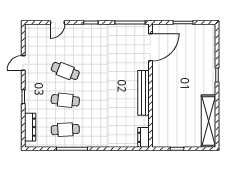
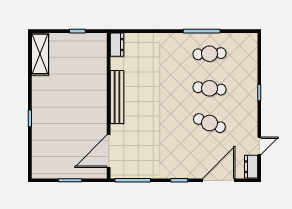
door: (57, 23) -> (219, 180), width x1.88
door: (23, 63) -> (259, 146), moved
shelving: (208, 121) -> (40, 54), width x0.68
dresser: (30, 127) -> (251, 167), moved, width x0.70

